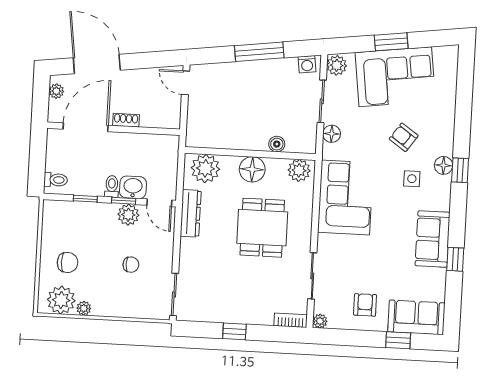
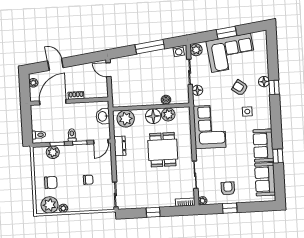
door: (97, 64) -> (55, 64), width x0.53
floor lamp: (444, 165) -> (264, 82), moved
plant: (299, 170) -> (168, 114), moved
window: (460, 170) -> (274, 87), moved
washbasin: (133, 187) -> (103, 116), moved, turned -90
door: (159, 203) -> (101, 142), hinge flipped
dresser: (191, 213) -> (120, 146), width x0.70
plant: (128, 215) -> (53, 152), moved
sofa: (416, 317) -> (265, 179), moved, turned -90
window: (398, 340) -> (230, 208), moved

